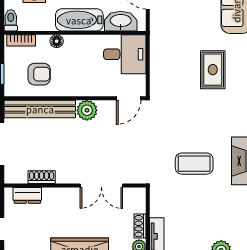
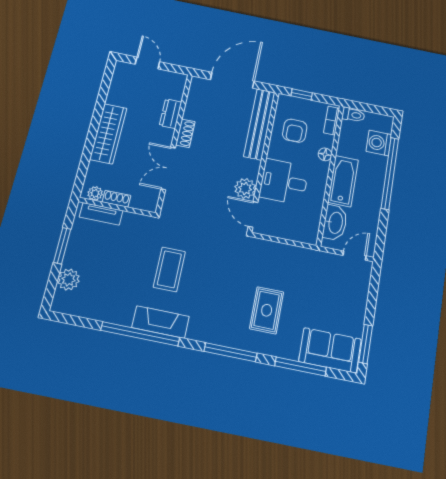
desk: (125, 54) -> (284, 182), moved, turned 90
rug: (213, 70) -> (267, 310), turned 90
plant: (87, 110) -> (245, 188), moved
shoe rack: (42, 177) -> (185, 133), moved
dresser: (27, 195) -> (171, 114), moved

